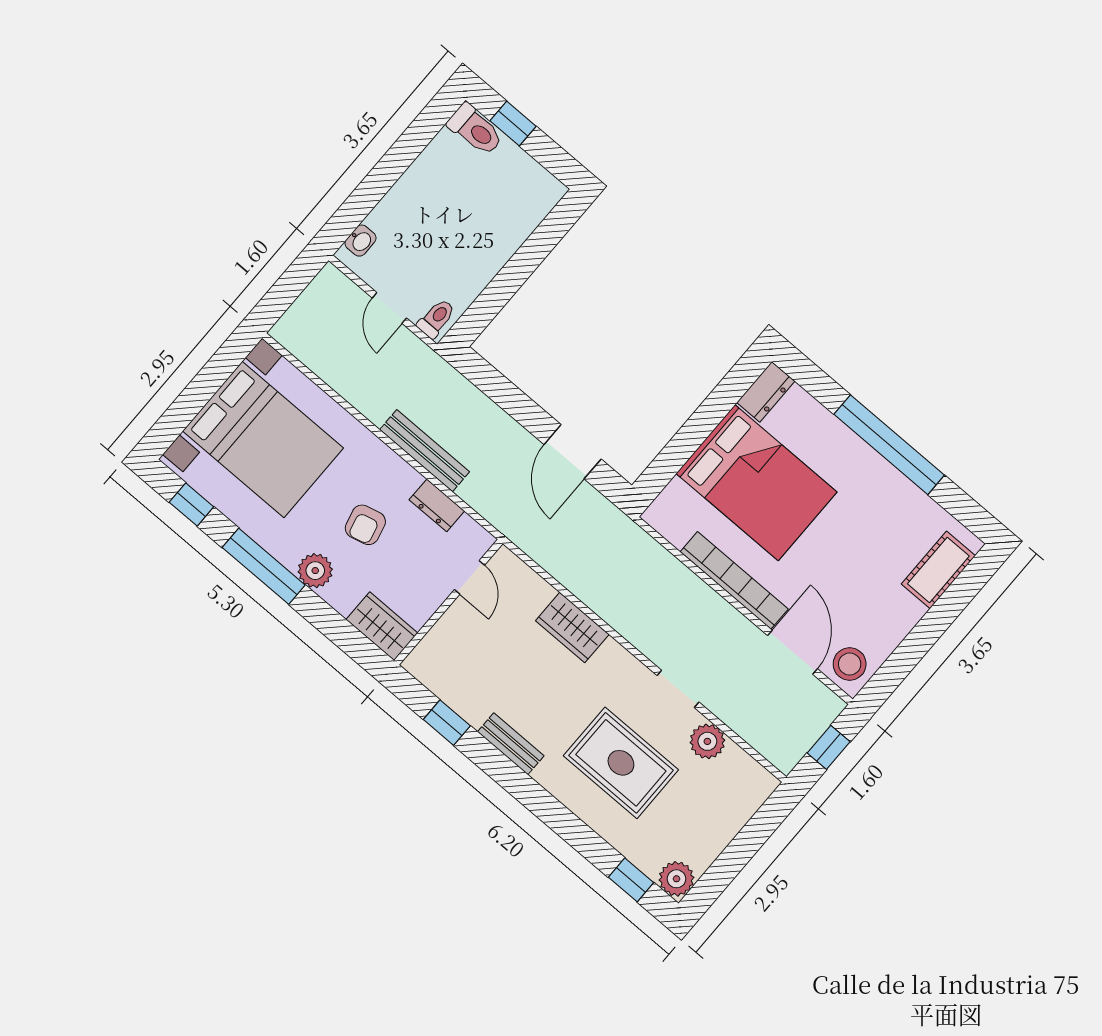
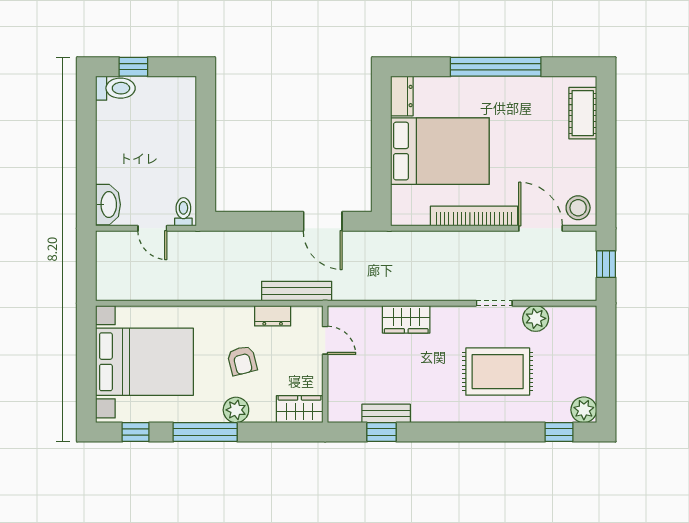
washbasin: (361, 241) -> (108, 205), width x1.91, depth x1.45
bench: (425, 451) -> (297, 291), moved
bench: (511, 744) -> (386, 413), moved

